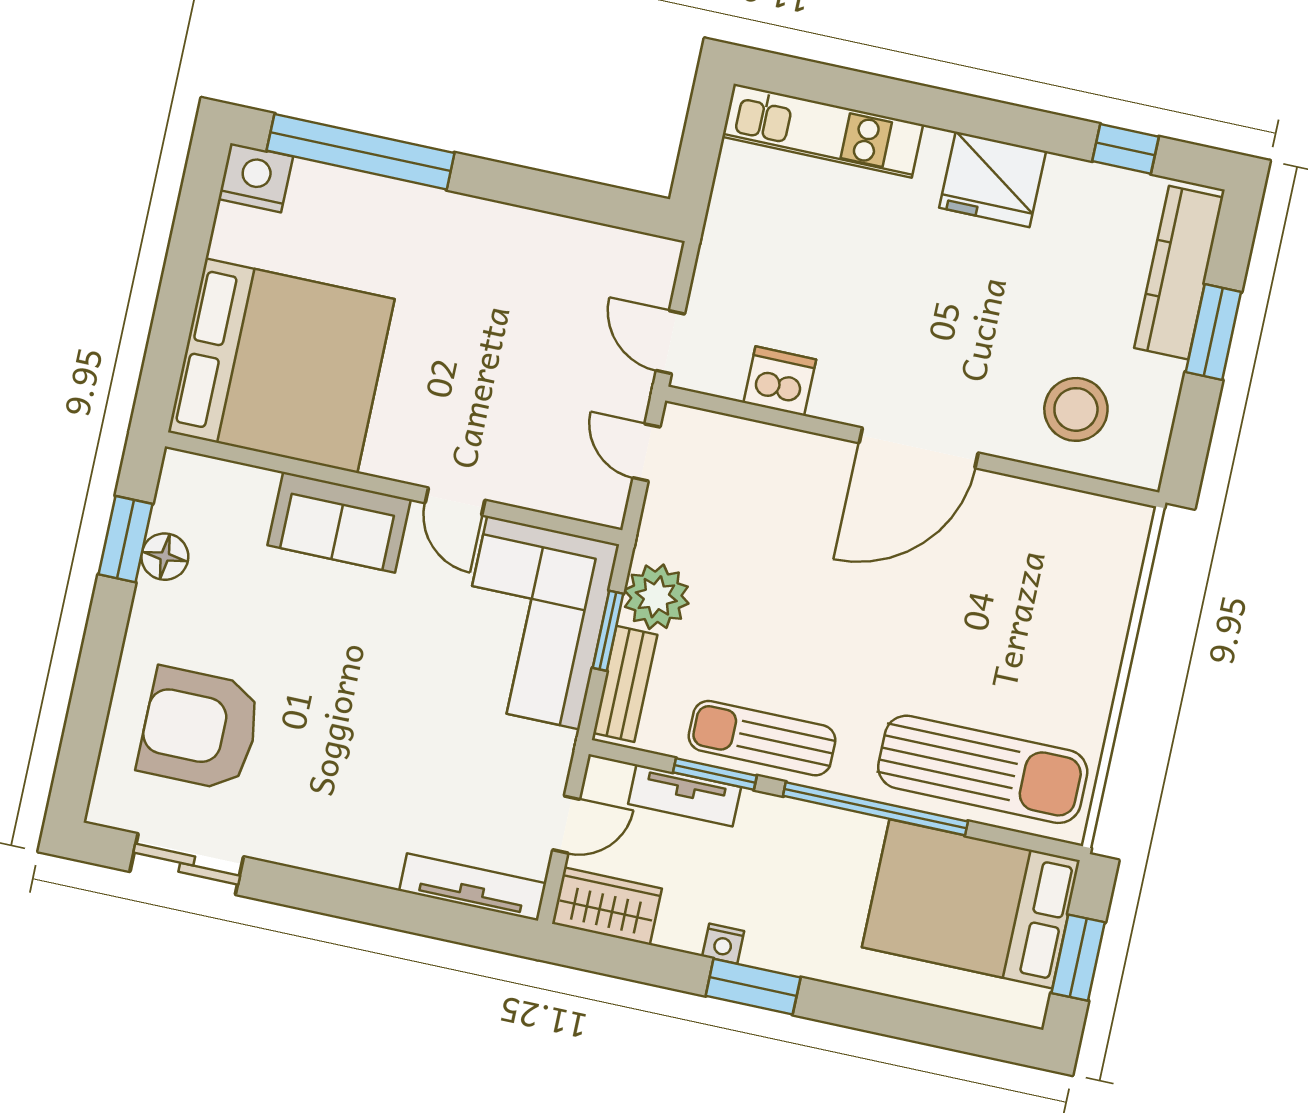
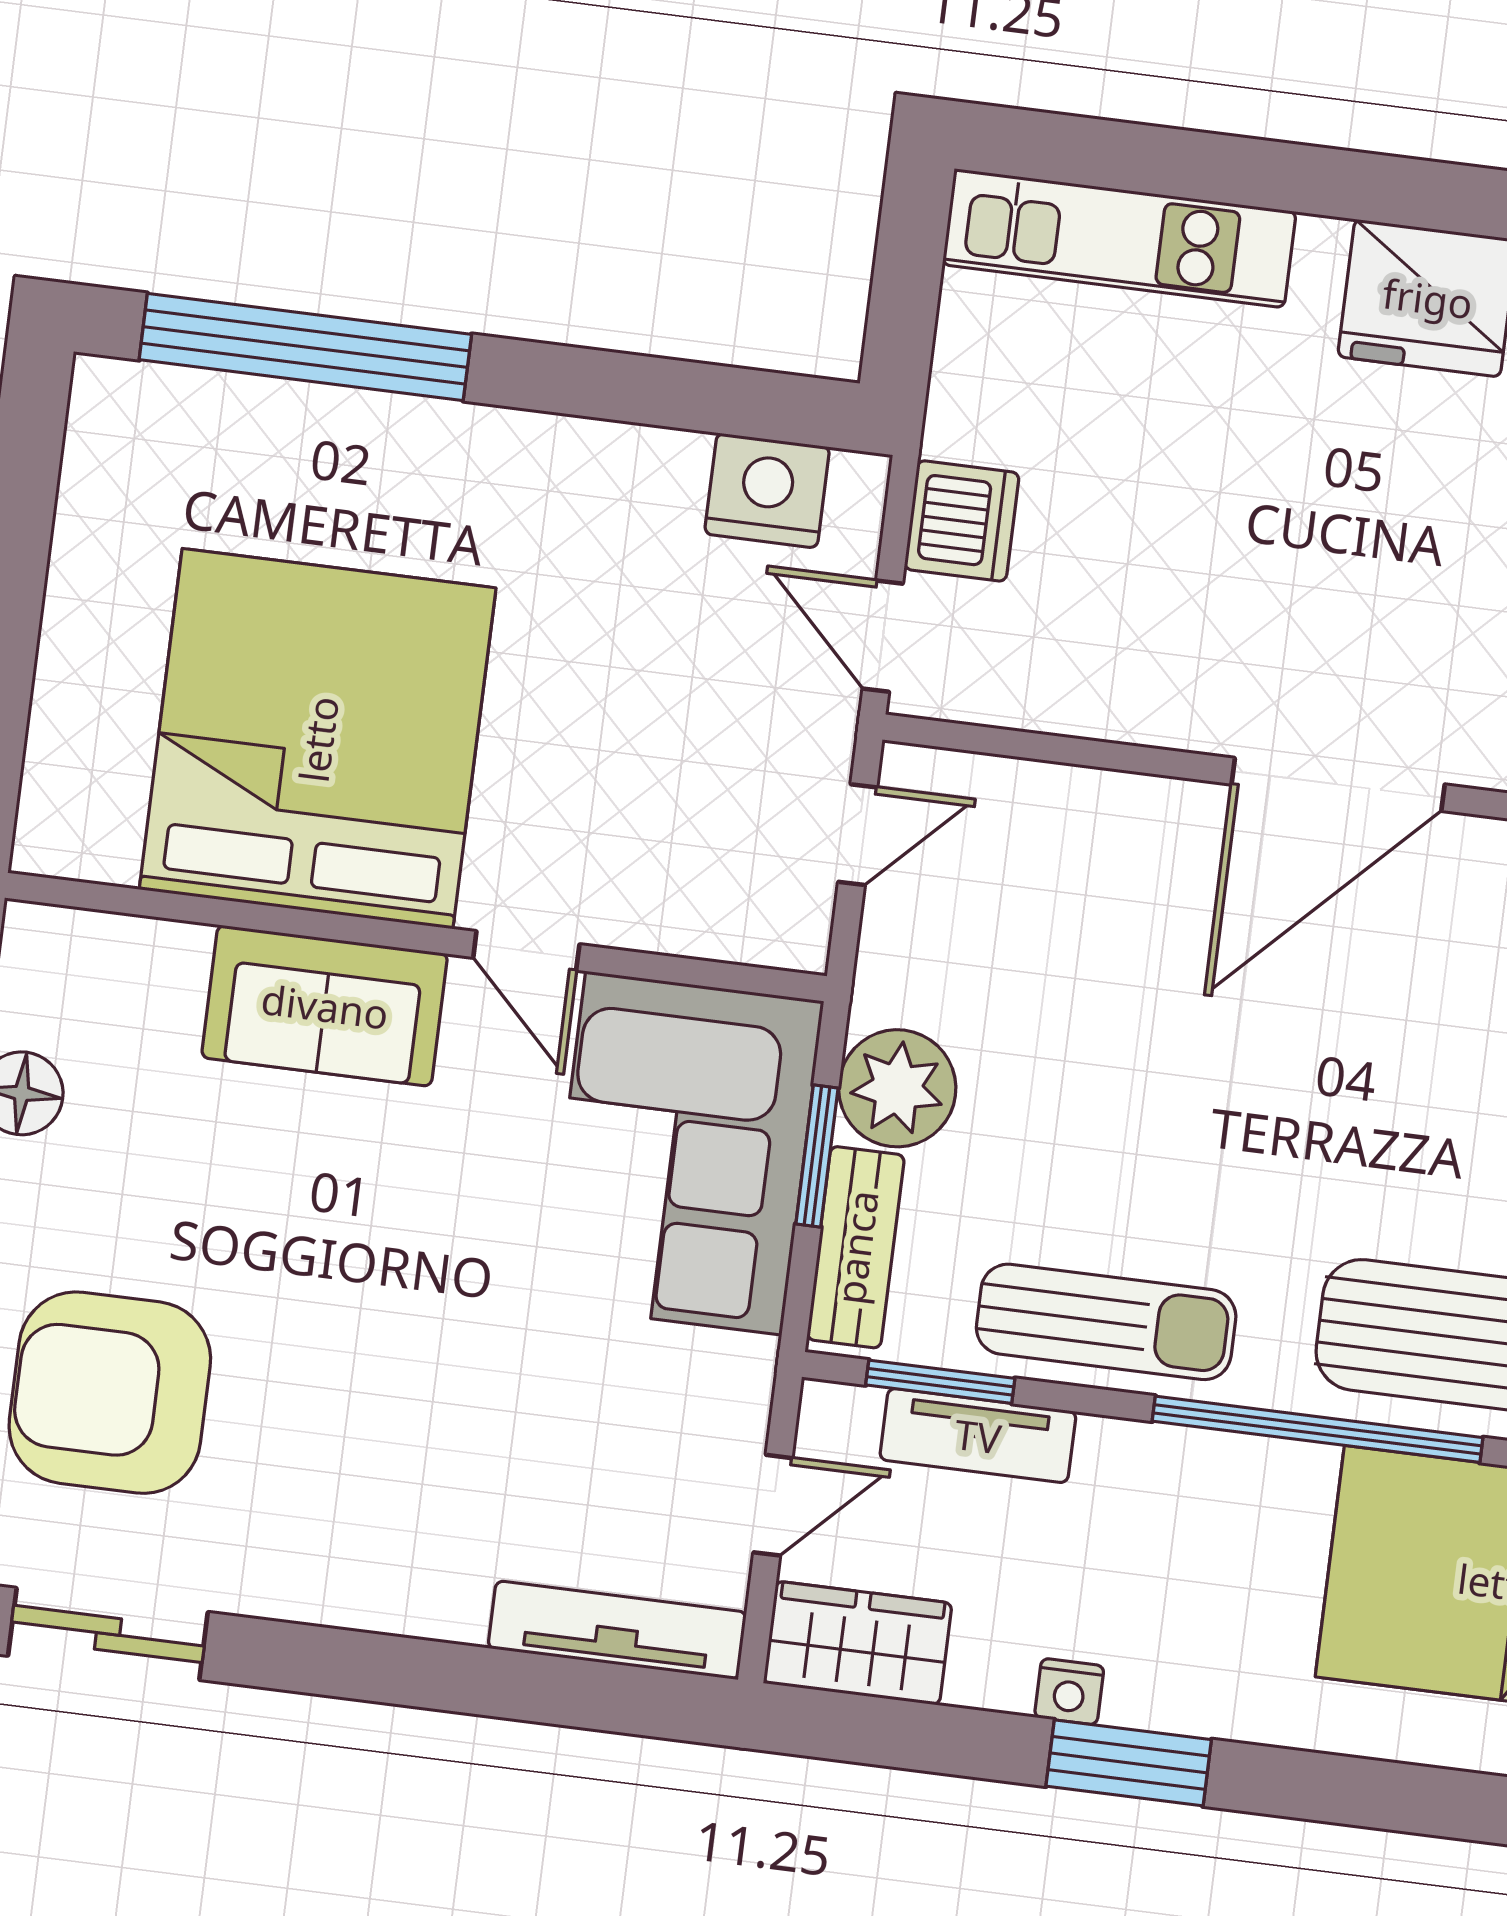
nightstand: (256, 178) -> (767, 490), moved
bed: (281, 366) -> (318, 739), moved, turned -90
dishwasher: (780, 381) -> (962, 521), moved, turned 90
door: (647, 452) -> (858, 835), swing flipped
sun lounger: (762, 738) -> (1106, 1322), turned 180
window: (715, 774) -> (940, 1382), moved

